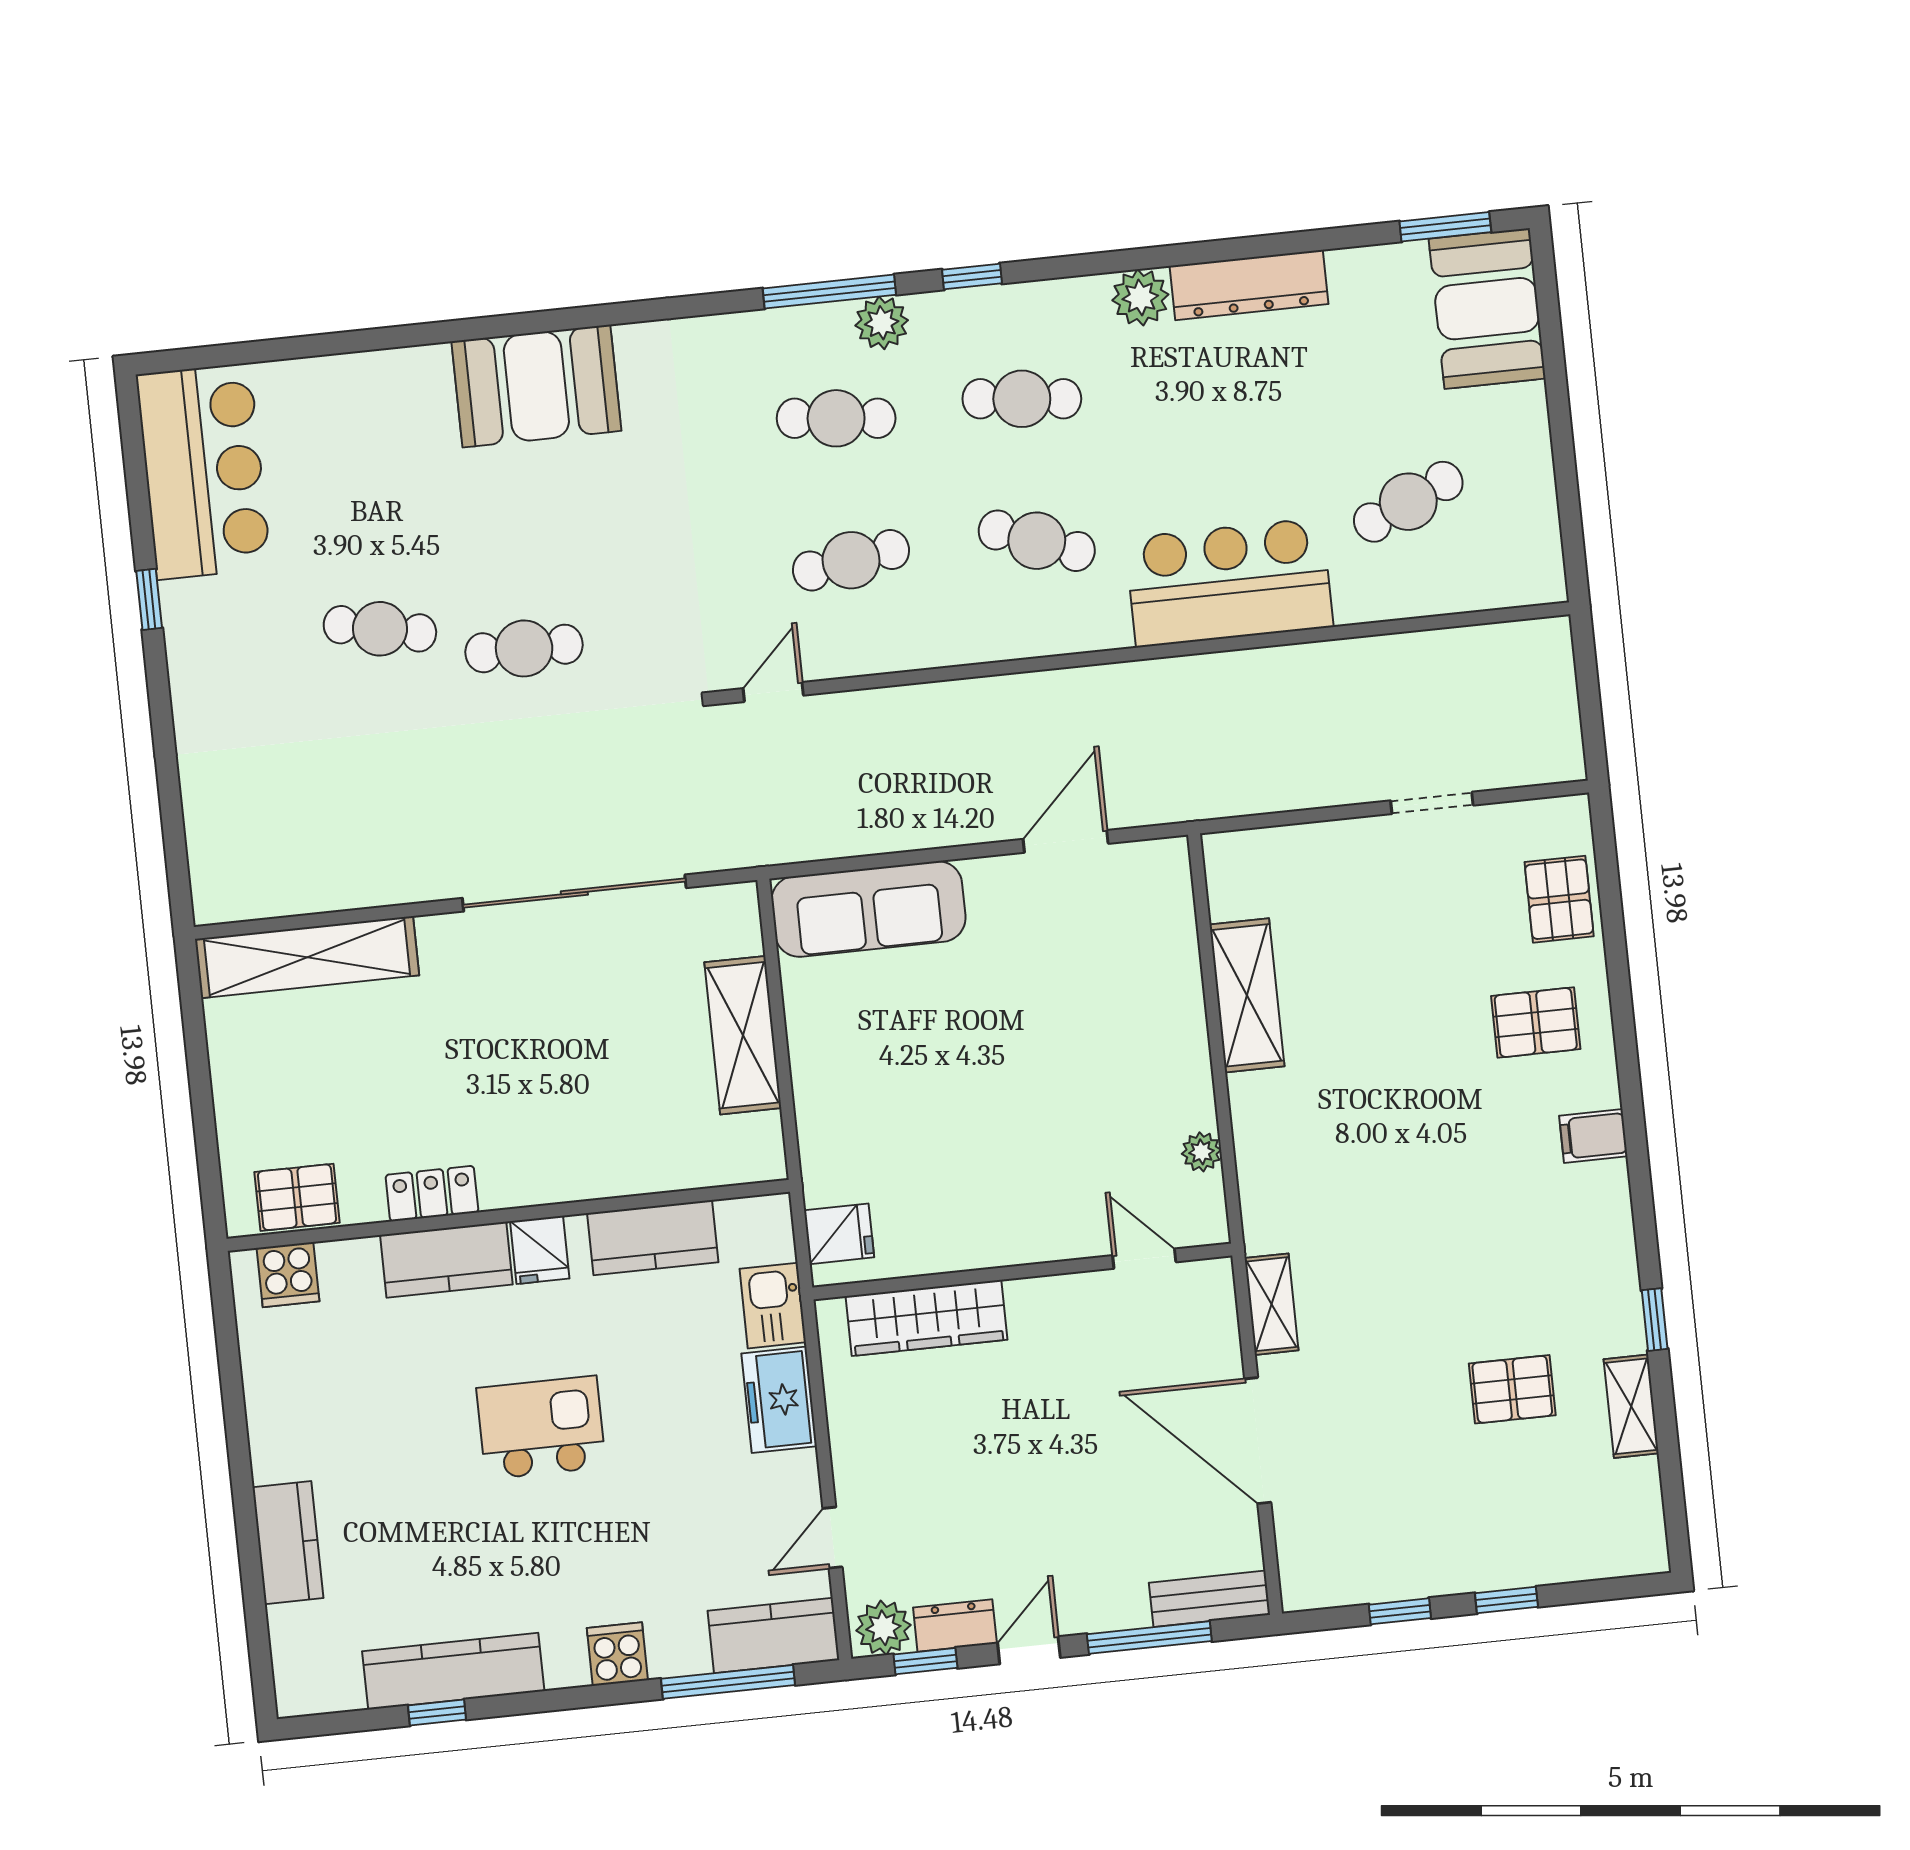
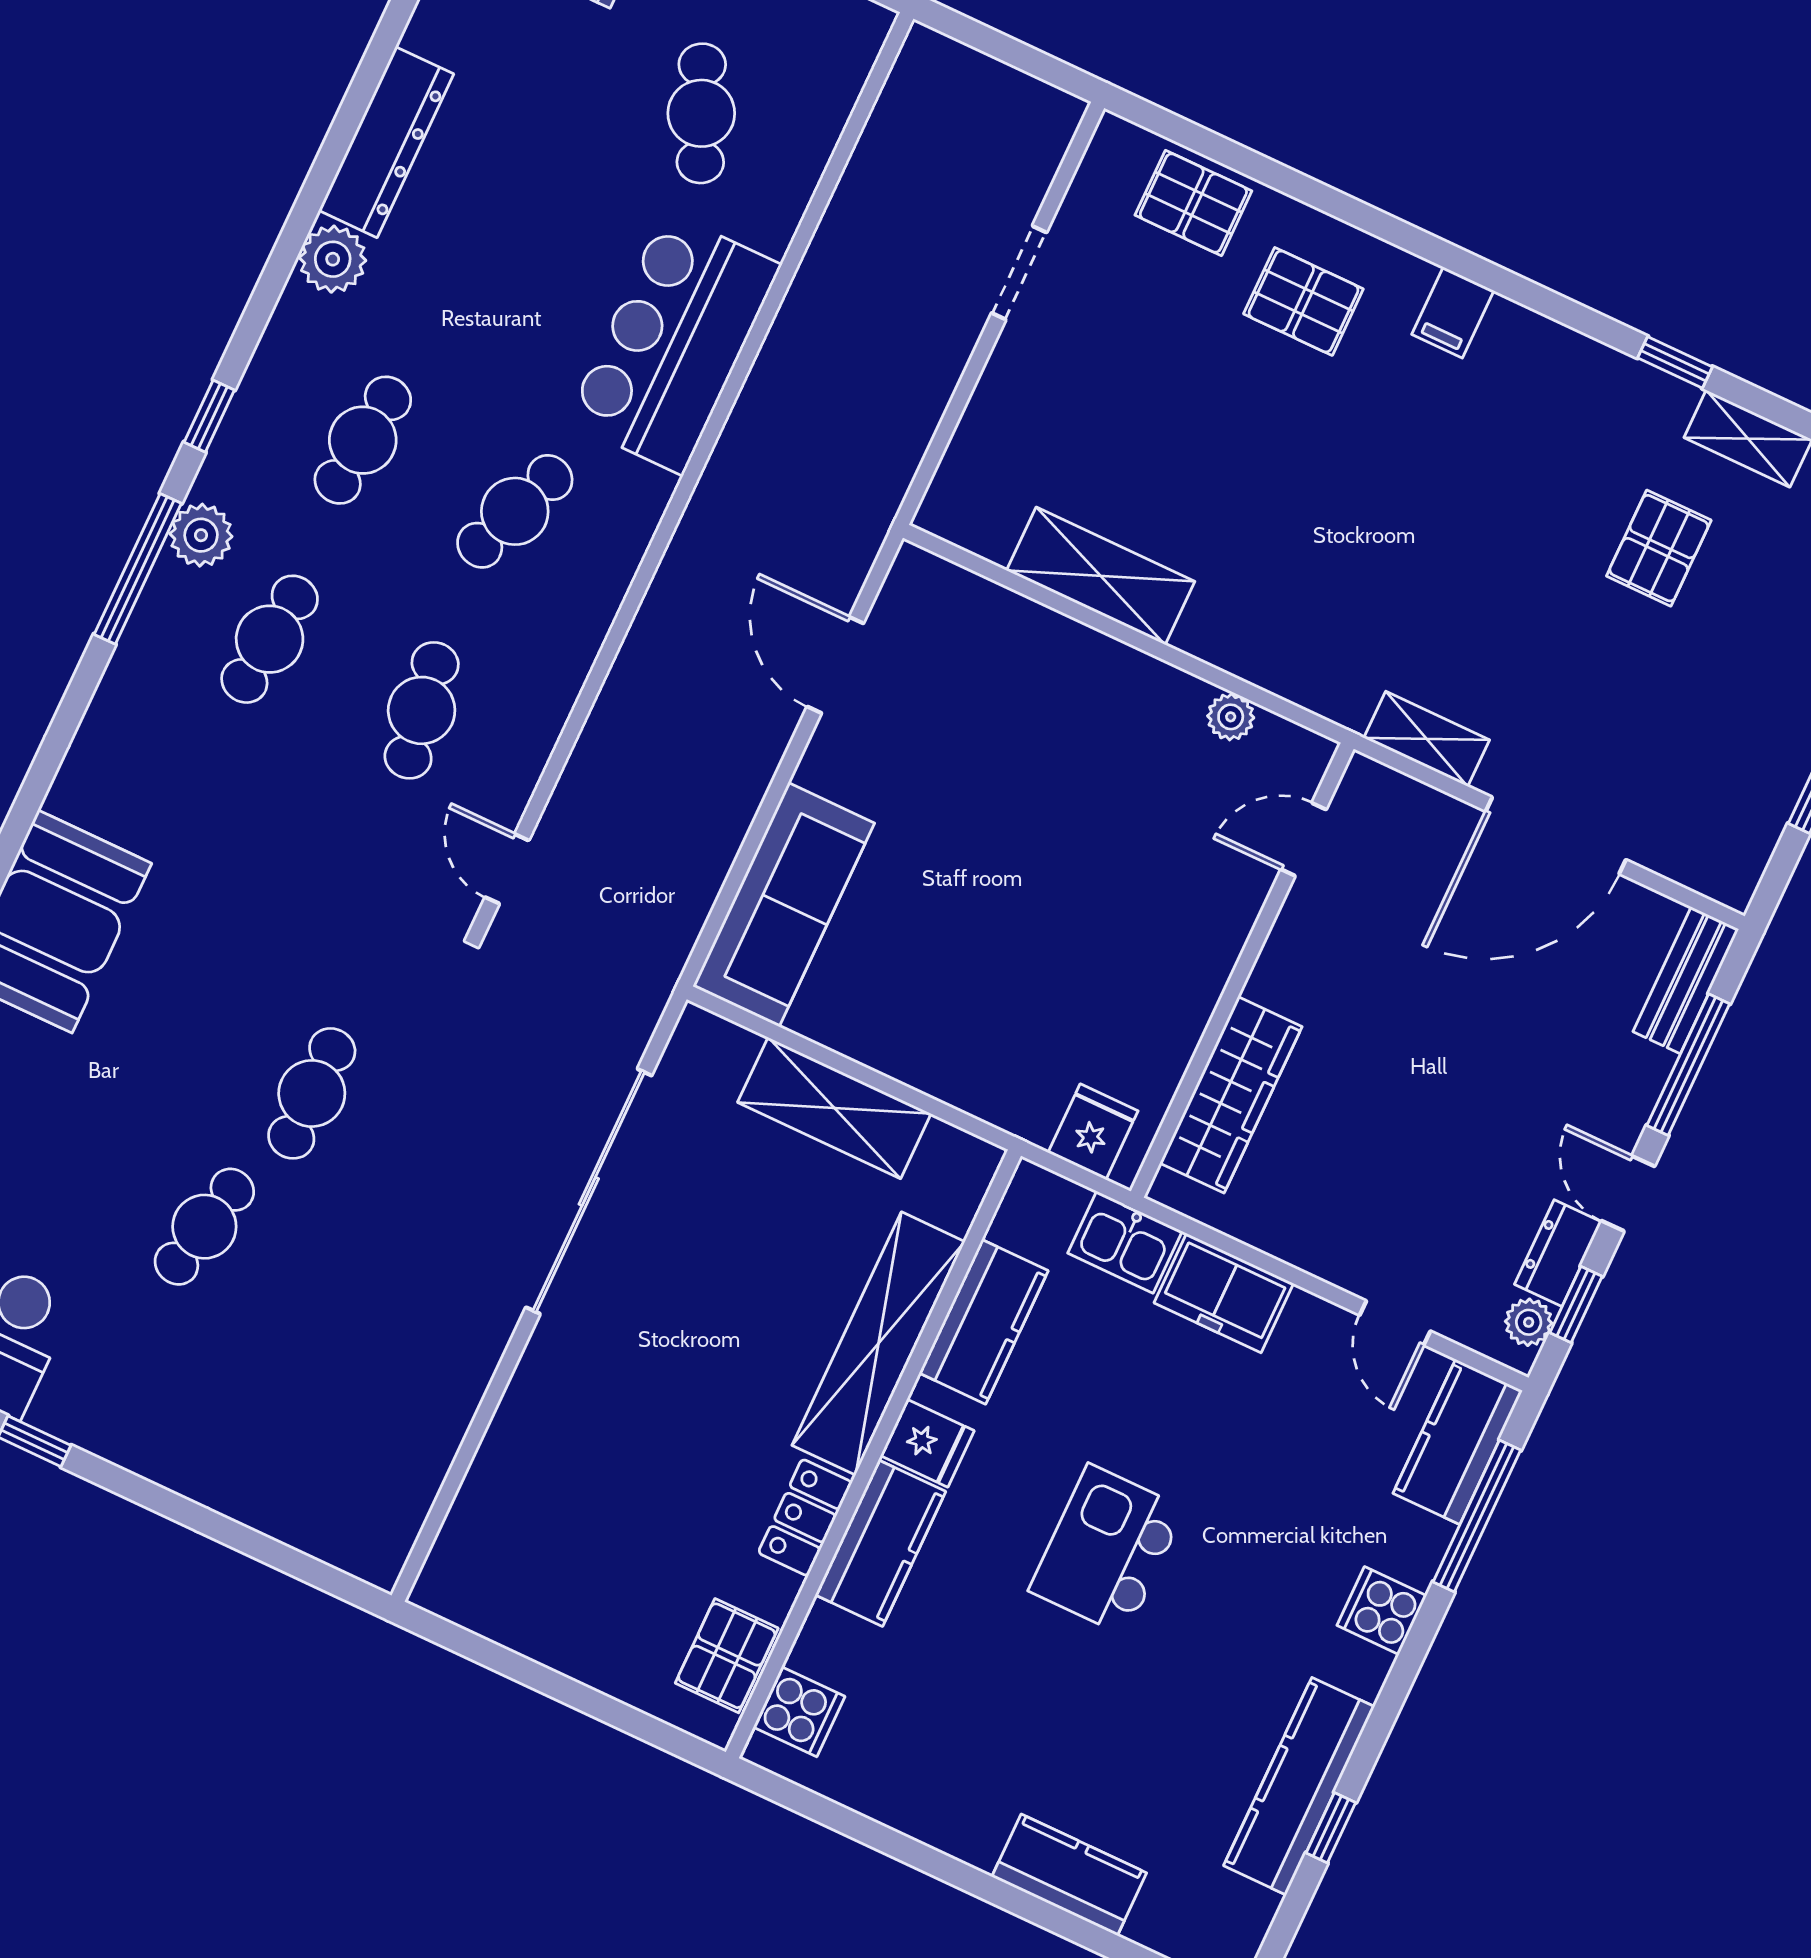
shelving: (307, 957) -> (878, 1343), moved
pallet: (1536, 1023) -> (1303, 301), turned 90
plant: (883, 1628) -> (1529, 1322), width x0.73, depth x0.73

